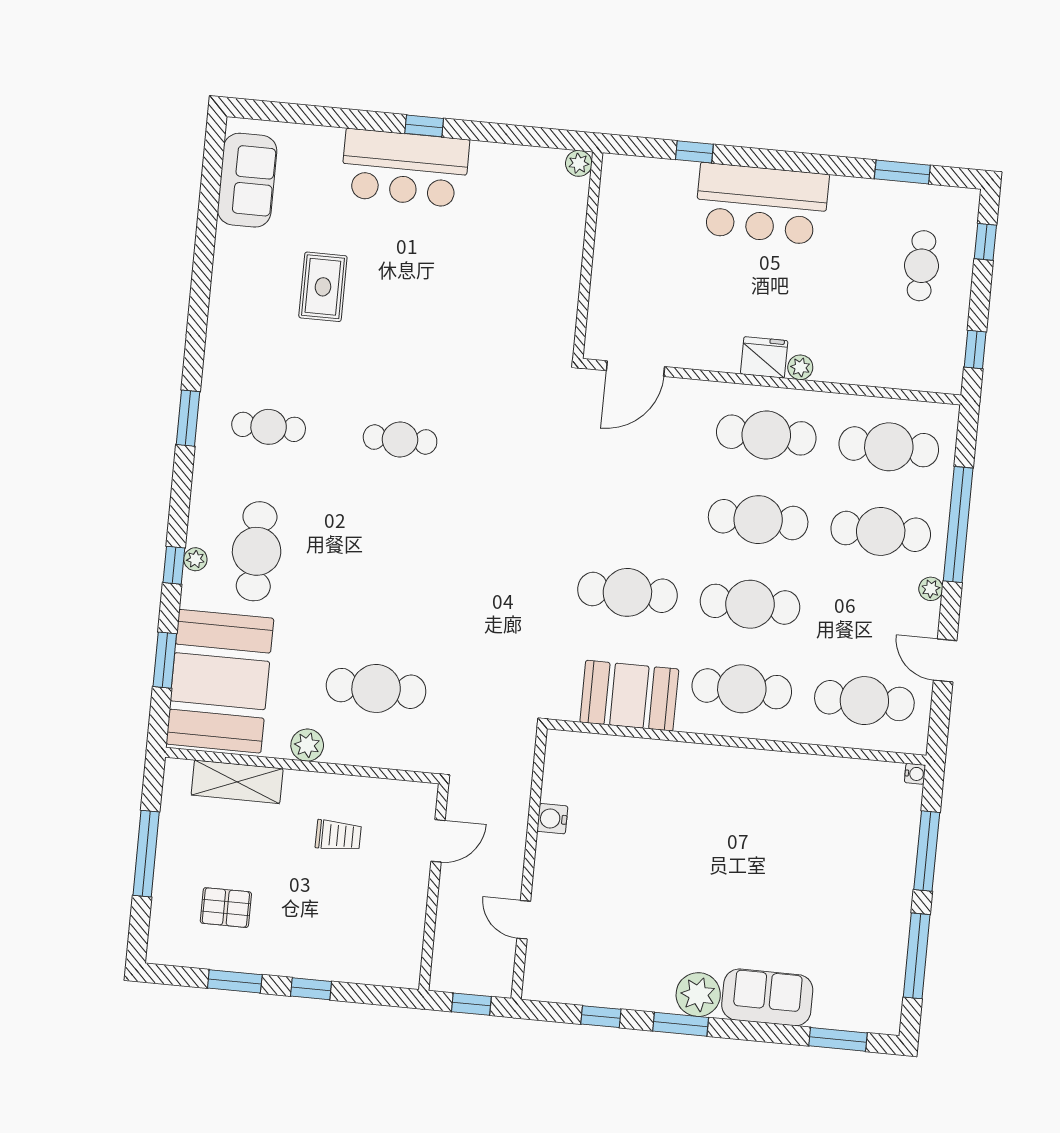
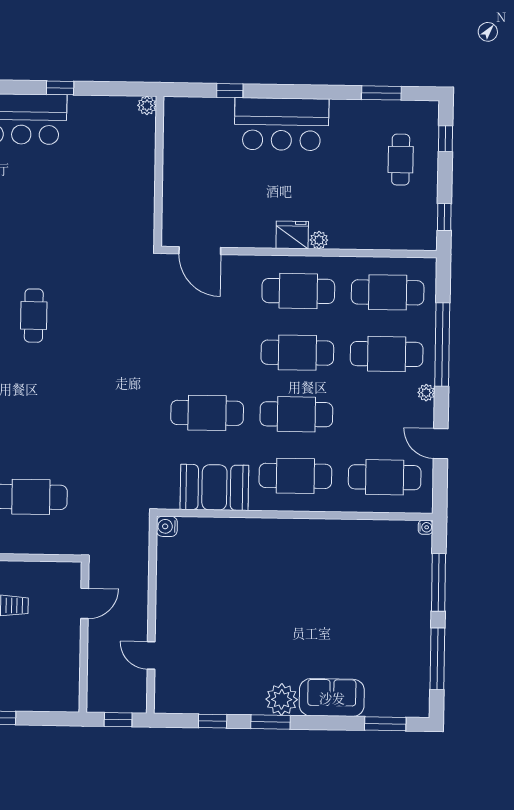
window: (424, 126) -> (60, 88), moved
door: (635, 369) -> (200, 251), hinge flipped
cafe table: (400, 439) -> (34, 316), turned 90
water cooler: (552, 819) -> (167, 526), moved

